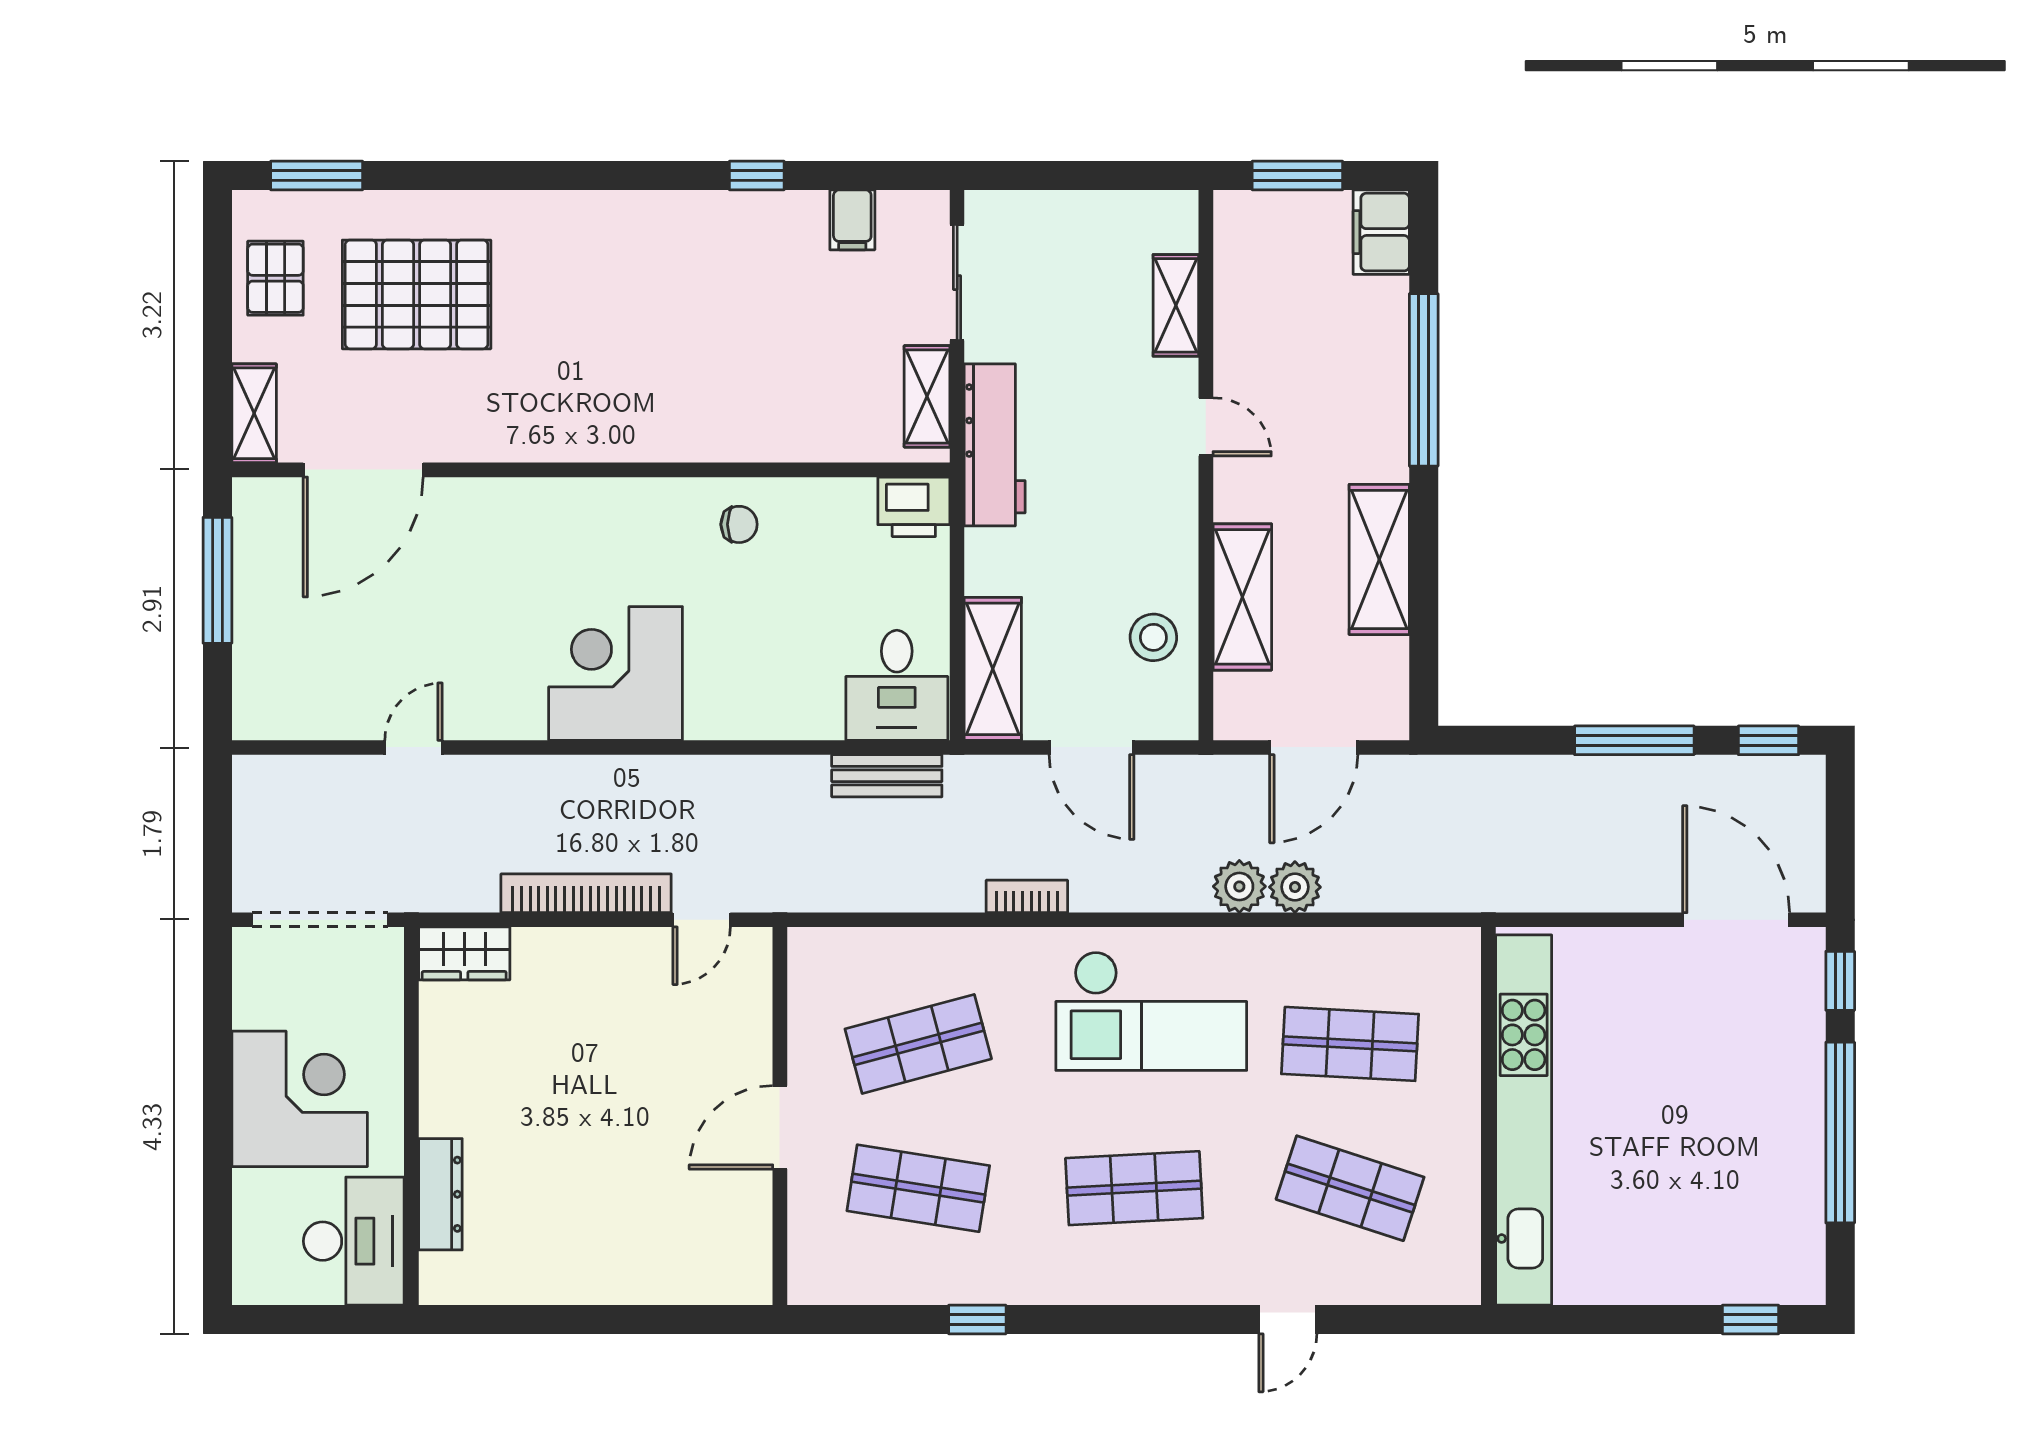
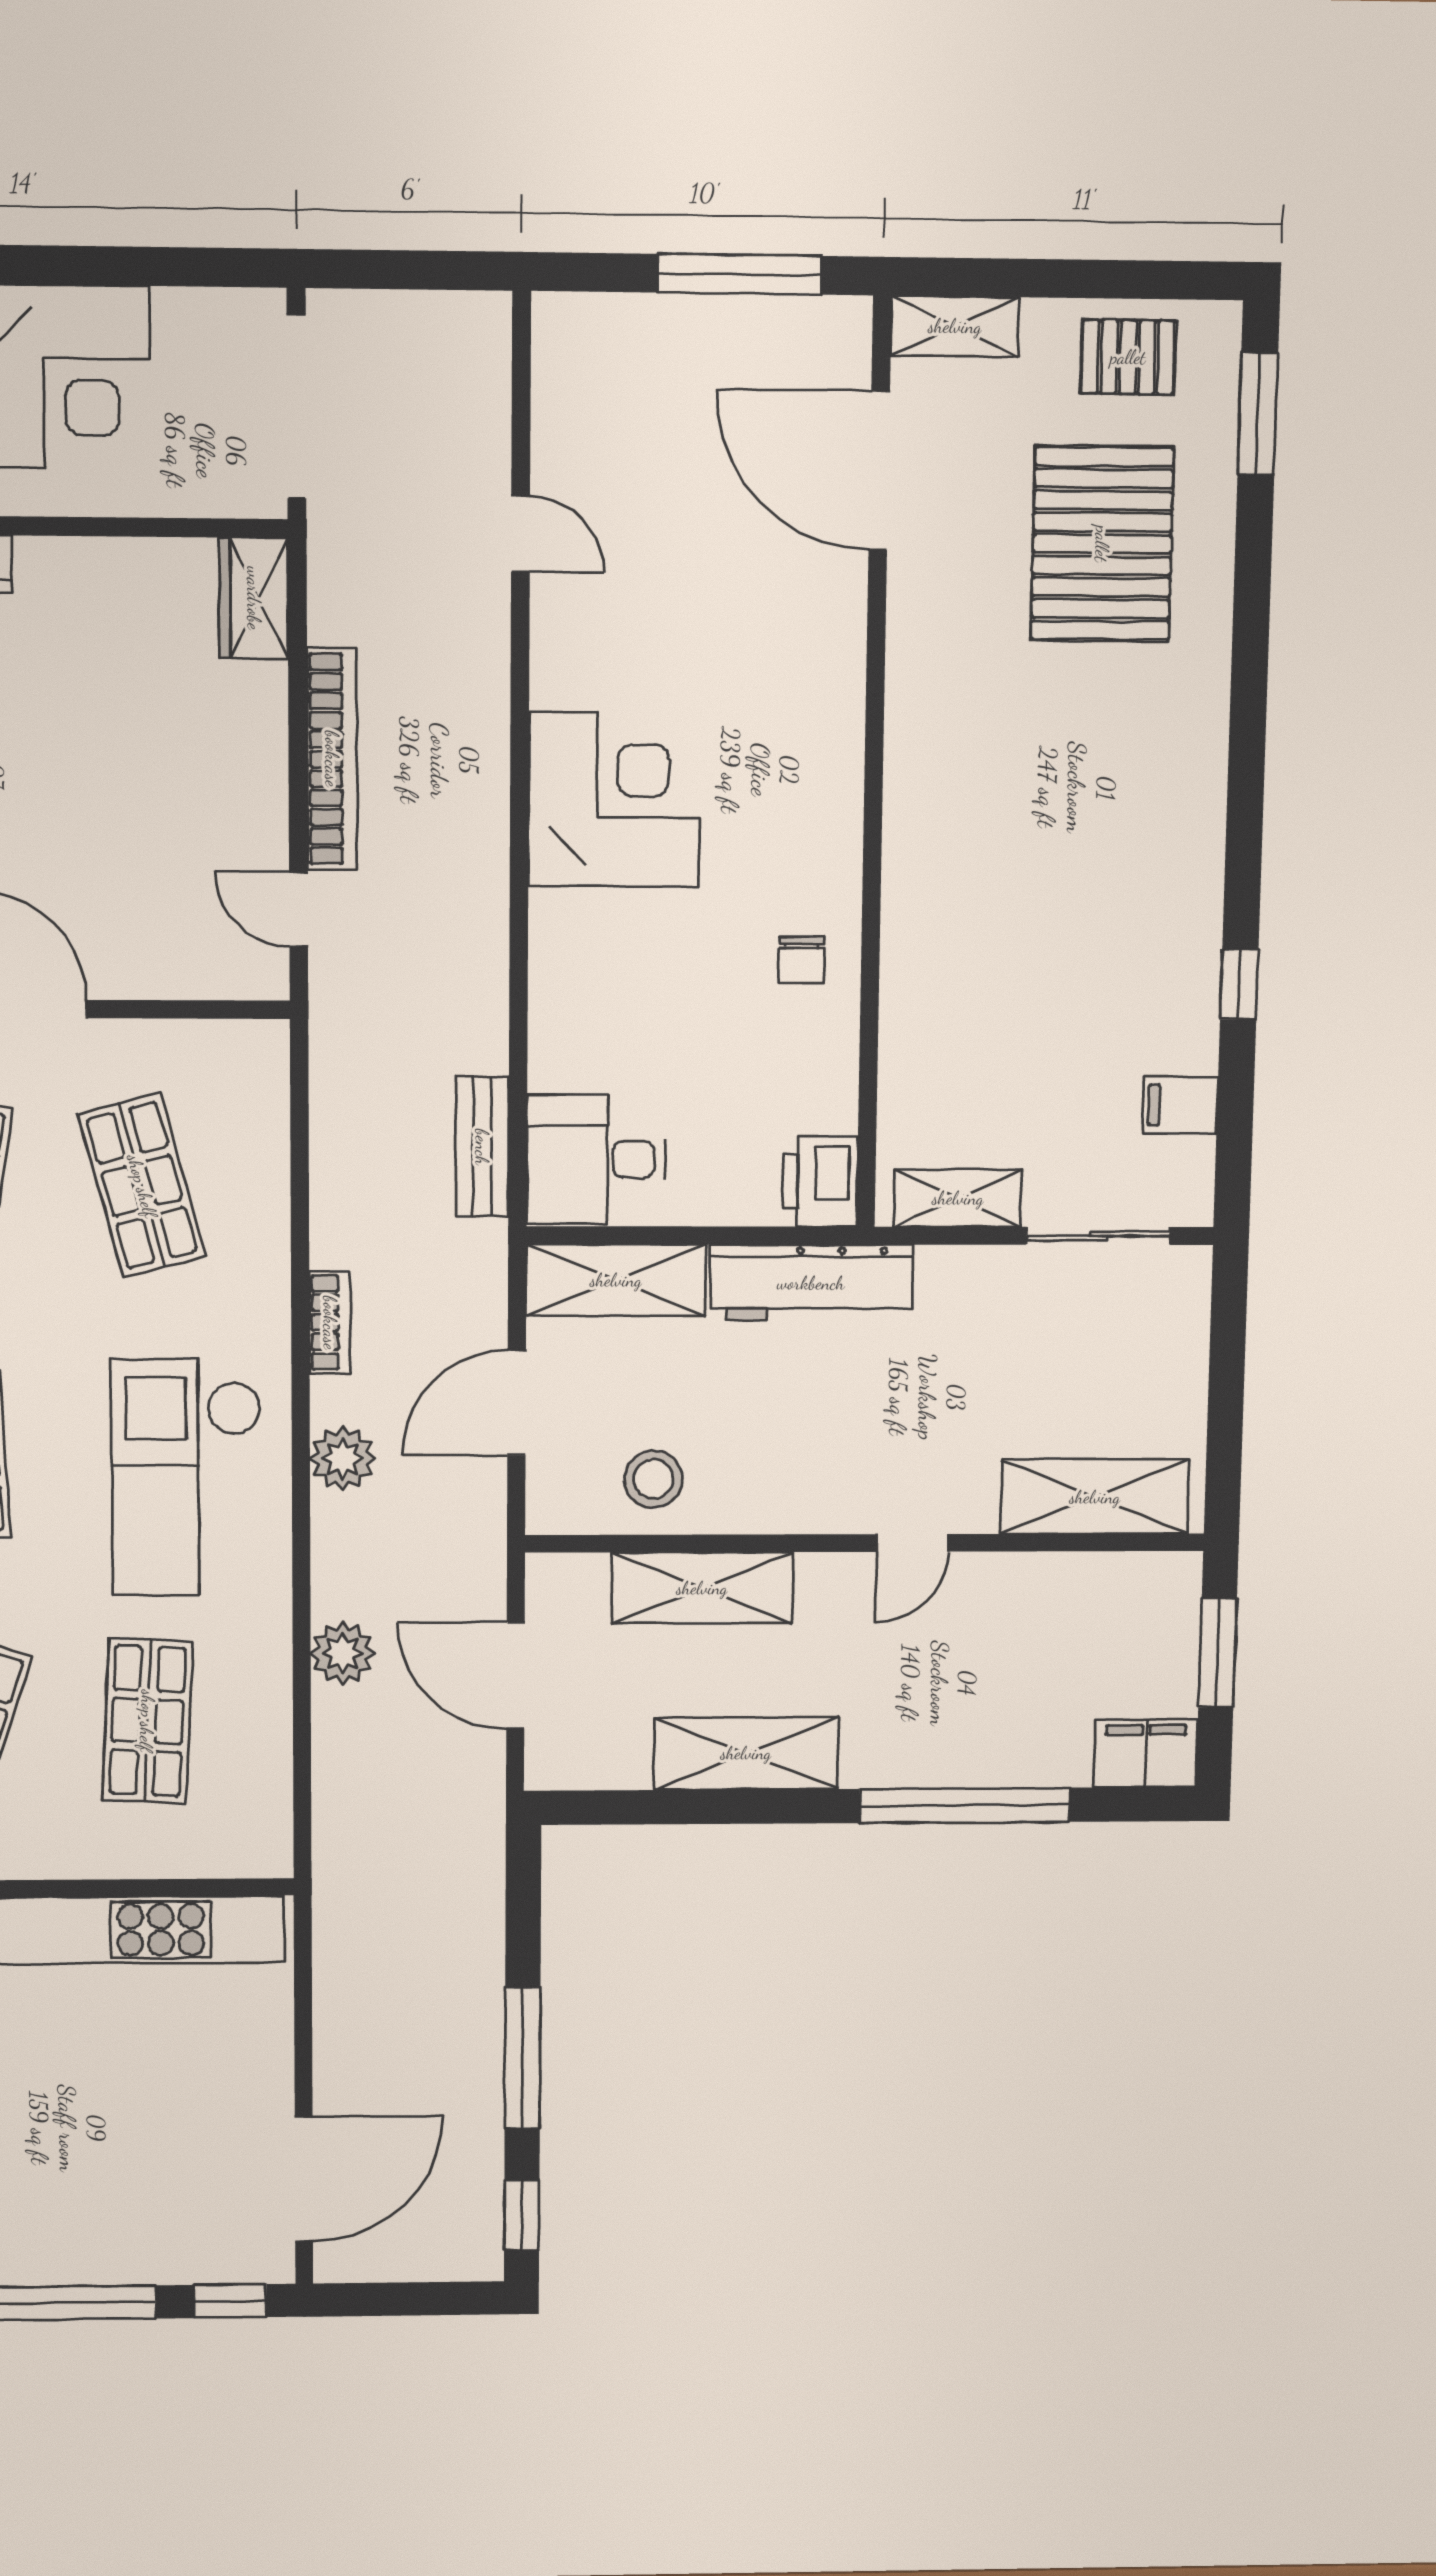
shelving: (1176, 305) -> (1095, 1497), width x1.50, depth x1.33
workbench: (995, 445) -> (811, 1283), moved
plant: (1239, 886) -> (343, 1459), moved

